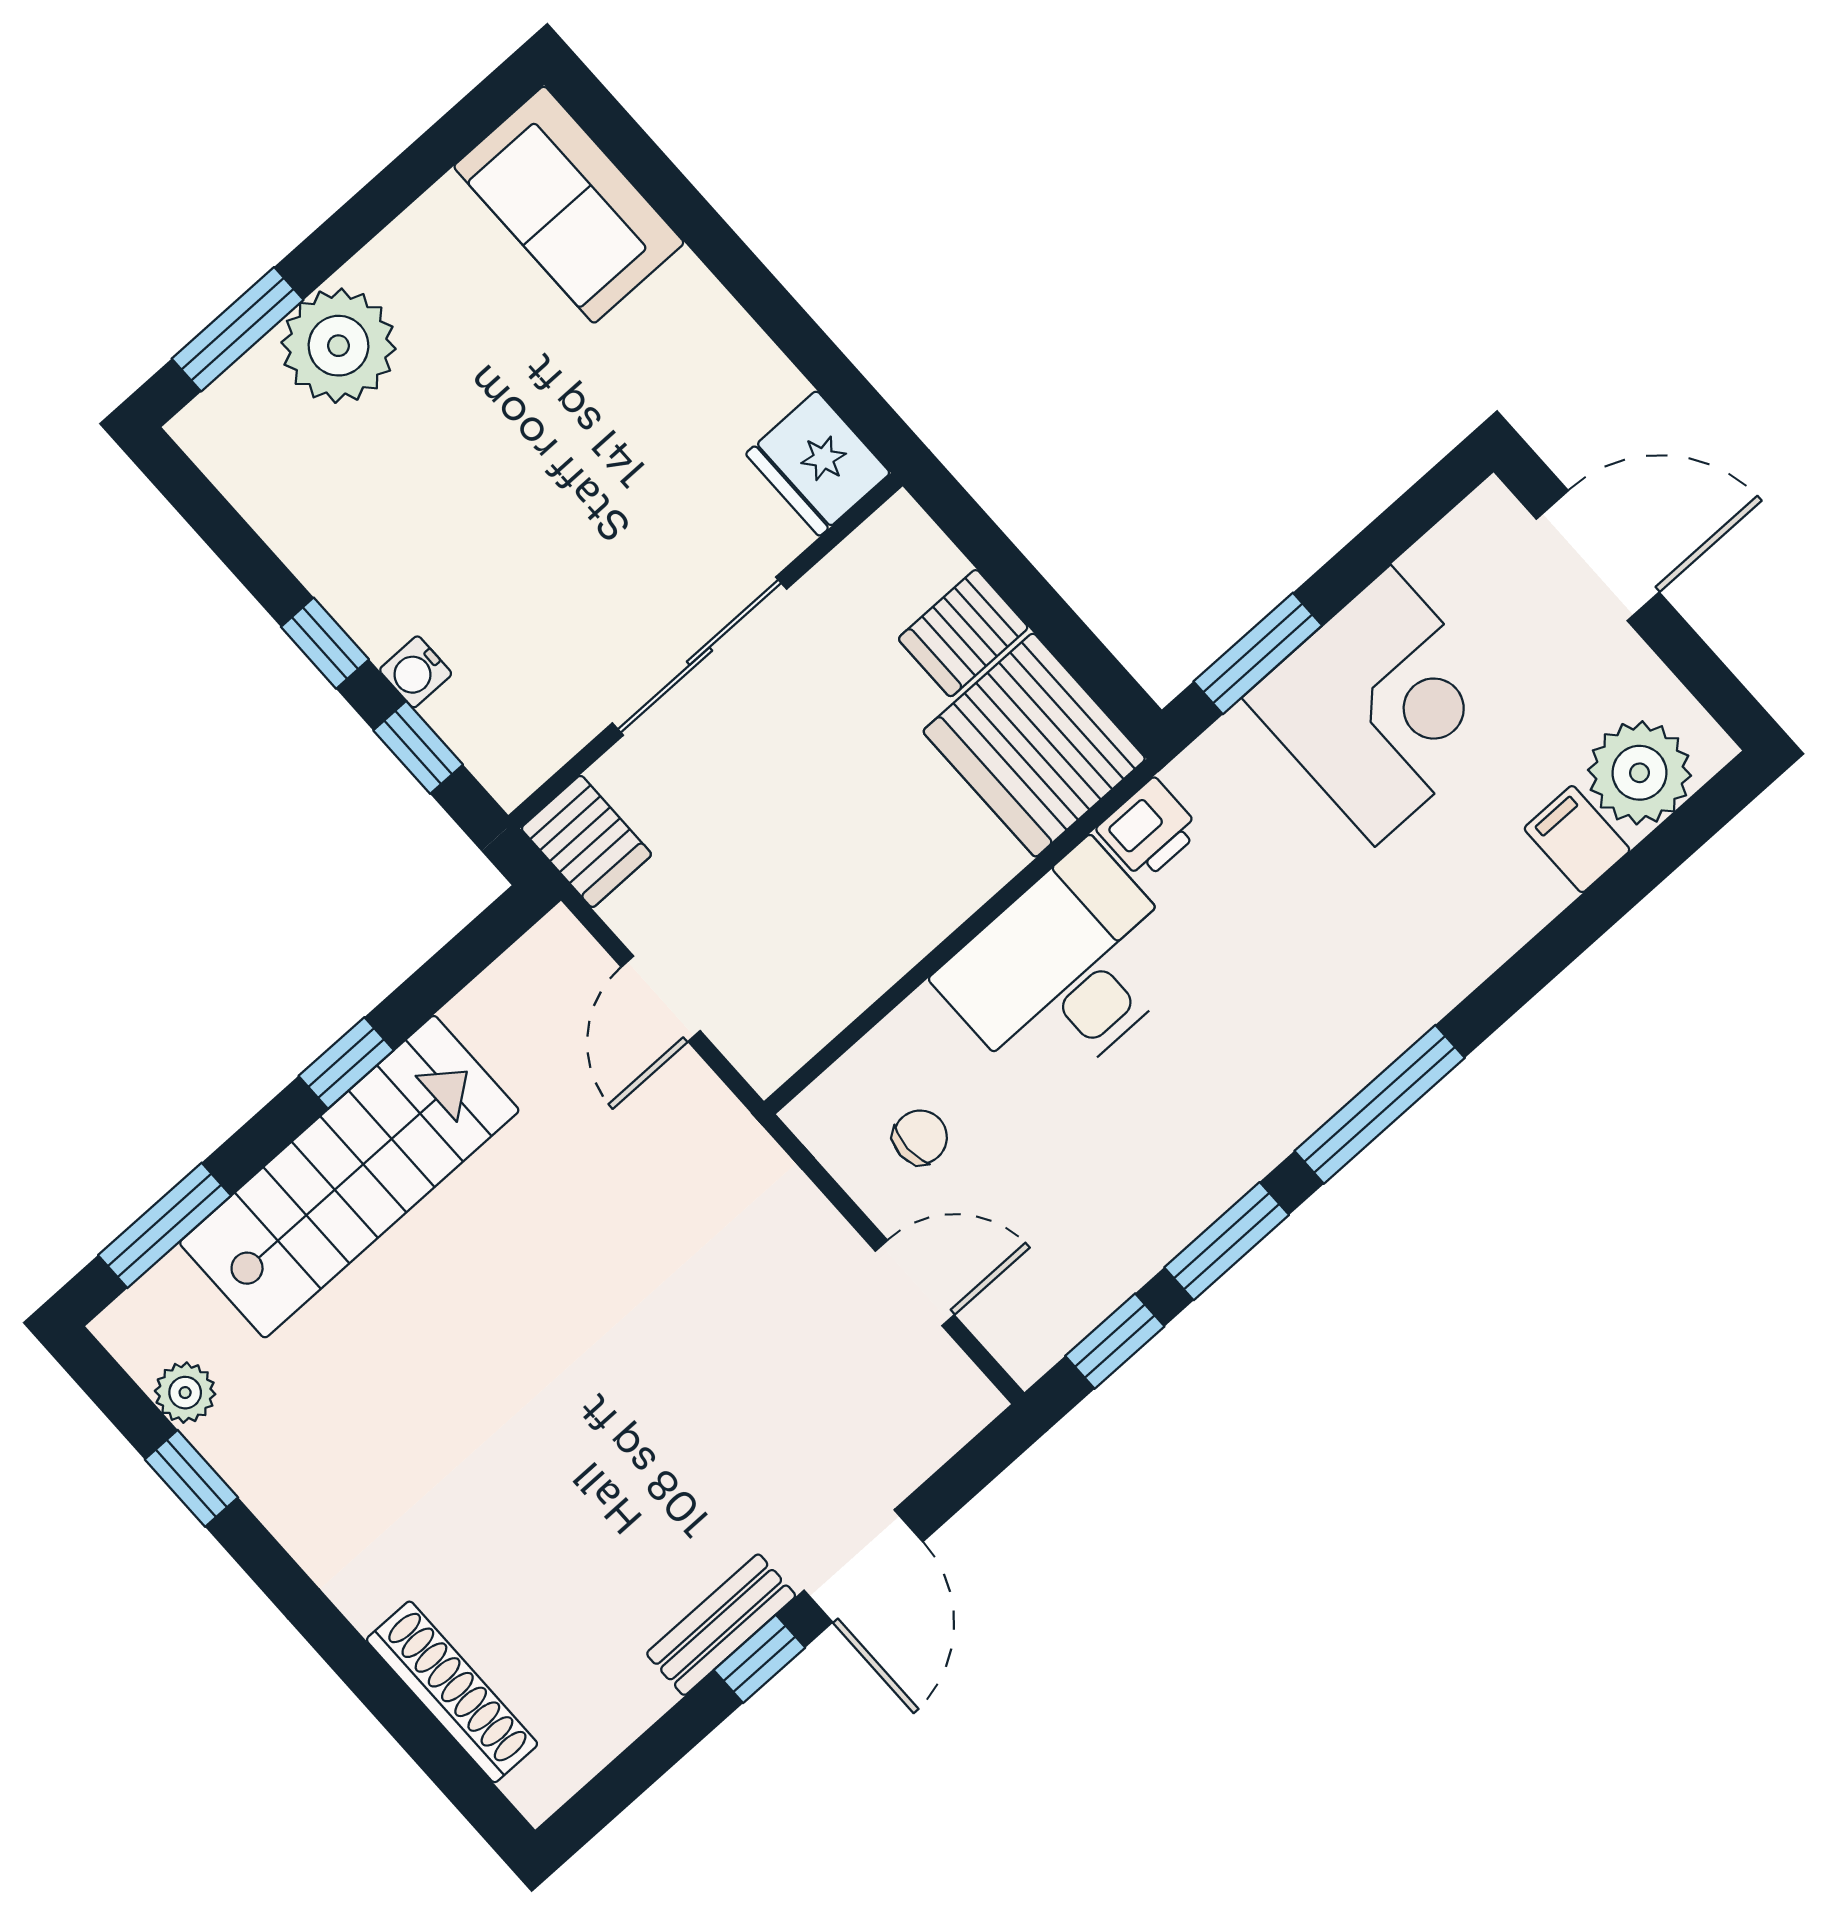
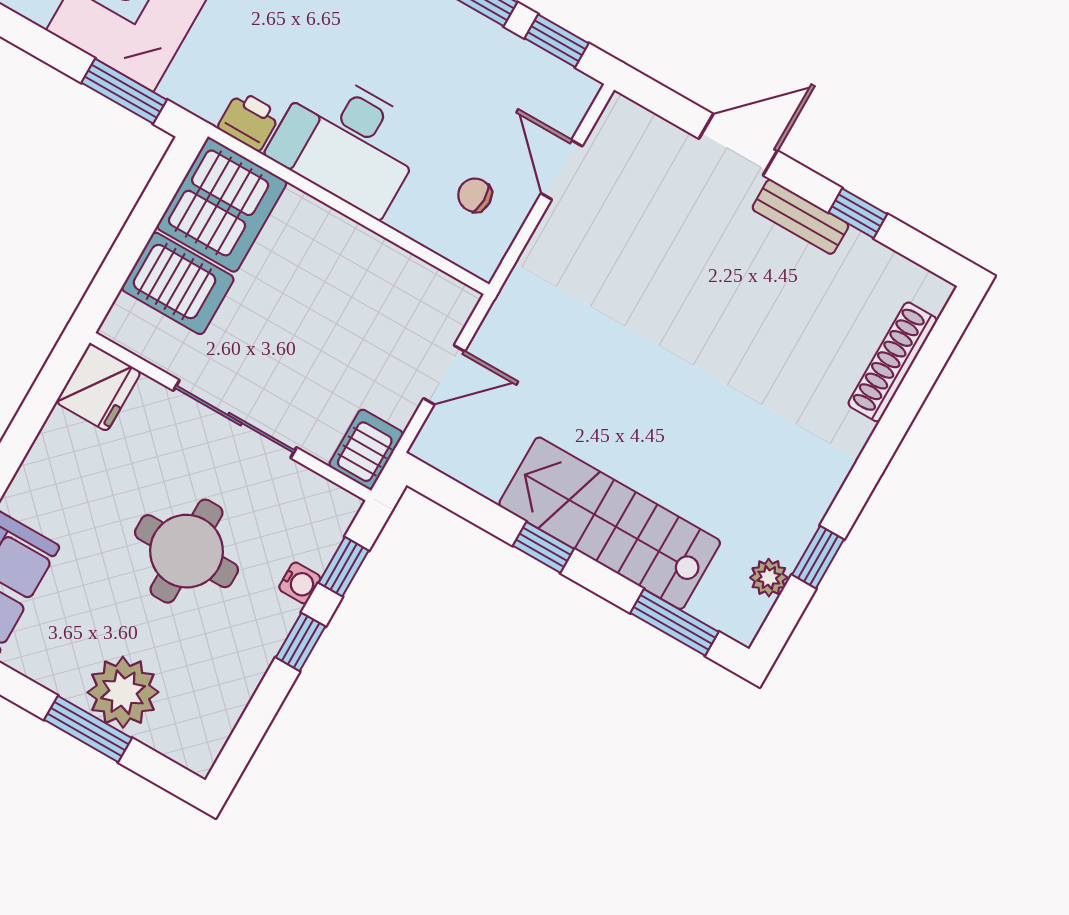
window: (238, 329) -> (88, 729), moved
round table: (522, 515) -> (186, 551), added
server rack: (963, 633) -> (178, 283), width x1.36, depth x1.44
window: (759, 1659) -> (858, 213), moved

